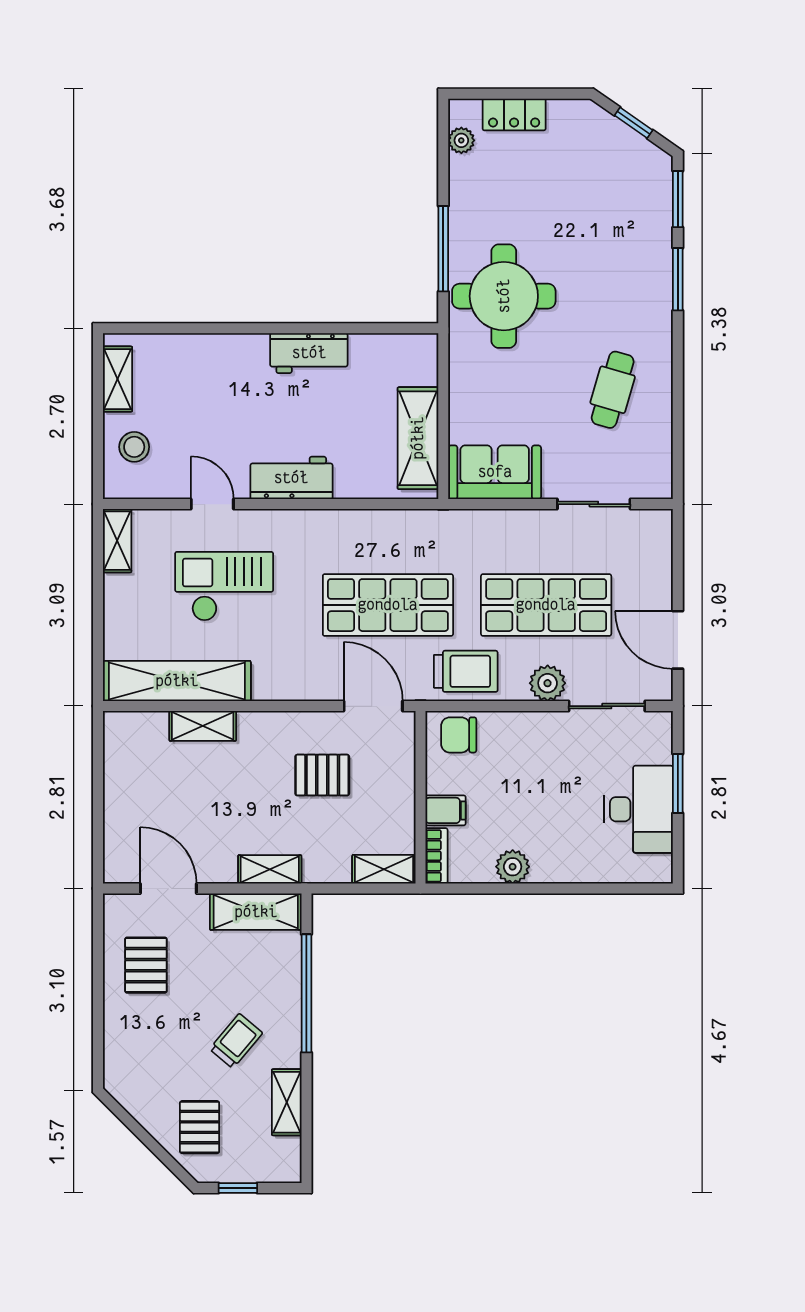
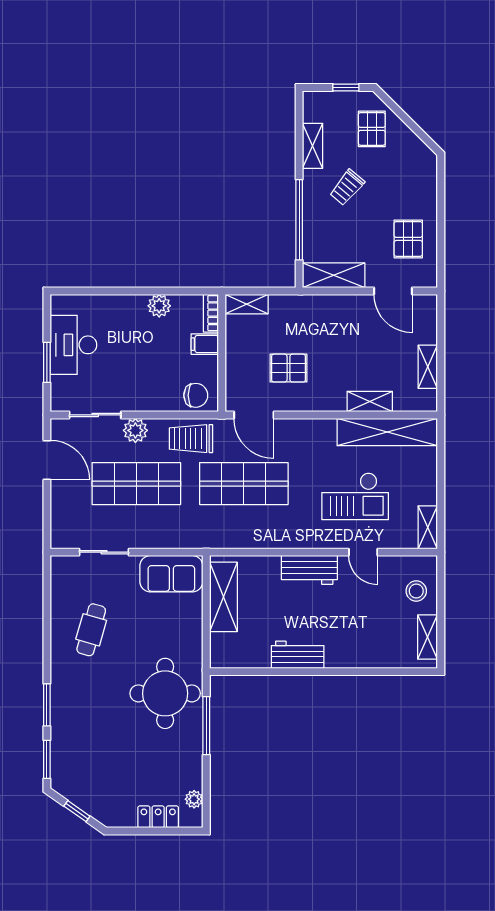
shelving: (270, 869) -> (428, 367), moved, turned 90

